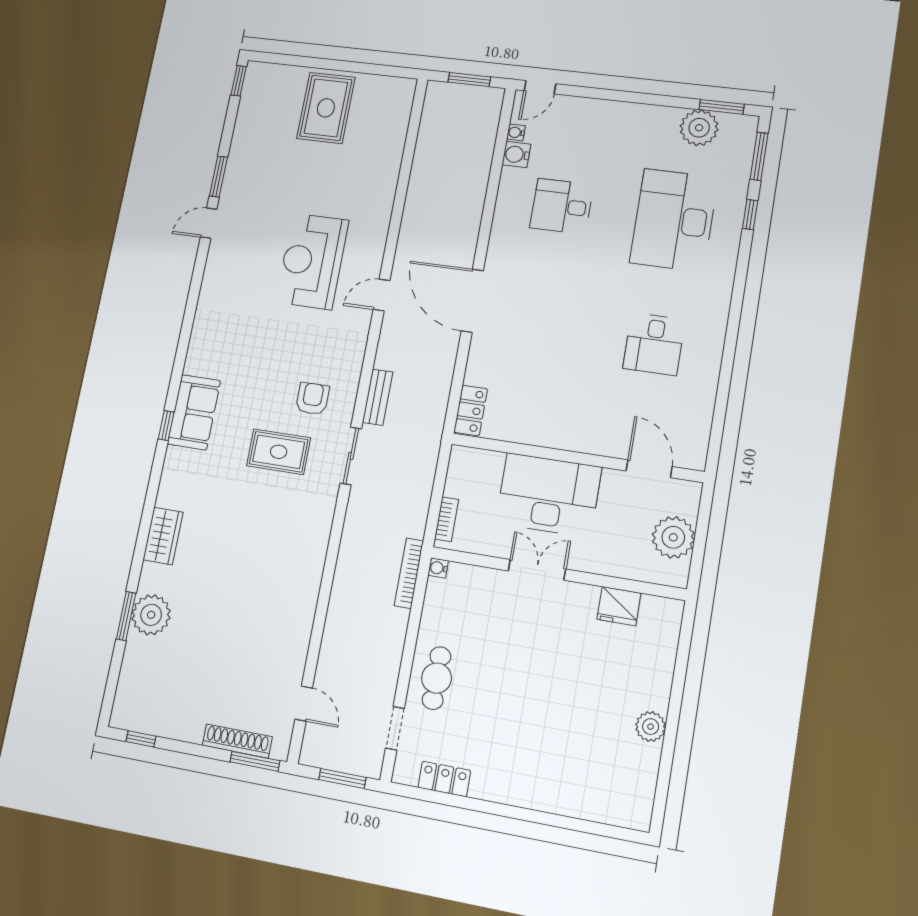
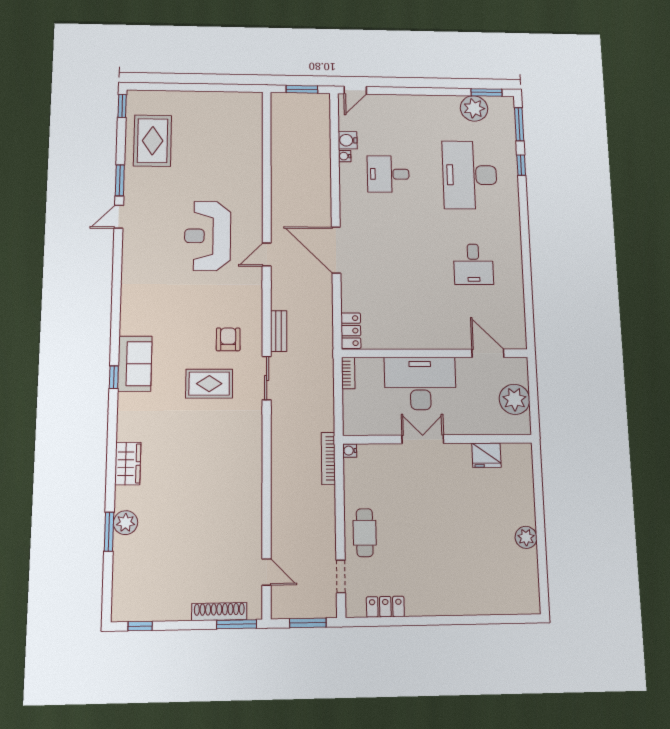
rug: (326, 108) -> (153, 141), moved
water cooler: (516, 132) -> (345, 156), moved
bookcase: (447, 519) -> (348, 373), moved
plant: (151, 615) -> (126, 523), width x0.73, depth x0.73

